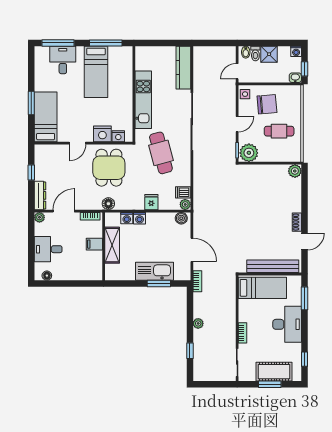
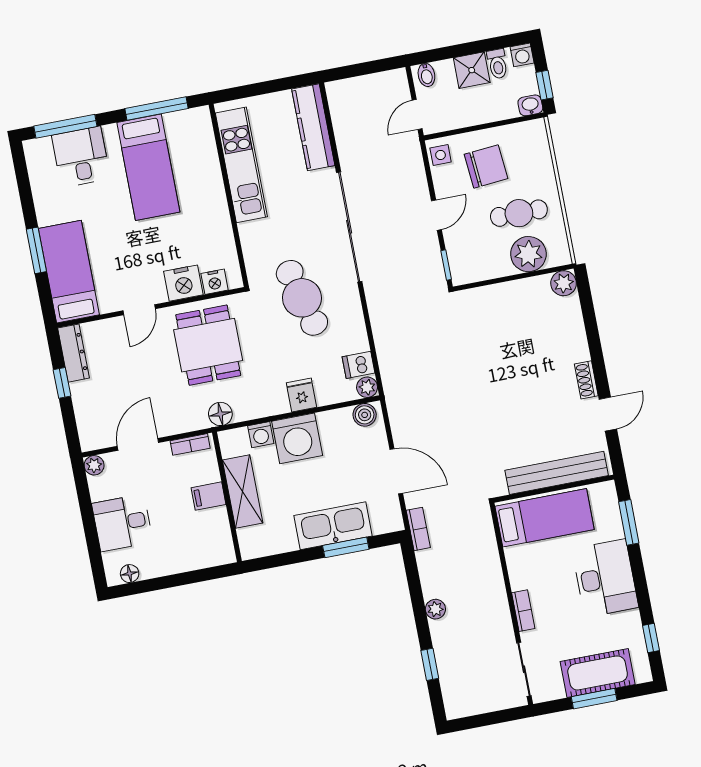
toilet: (255, 53) -> (497, 64), moved
kitchen unit: (143, 100) -> (241, 165), moved
plant: (249, 153) -> (528, 254), moved
dresser: (40, 195) -> (74, 353), moved
washing machine: (140, 218) -> (297, 438), width x1.89, depth x1.89

